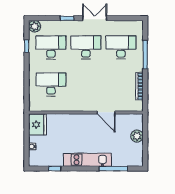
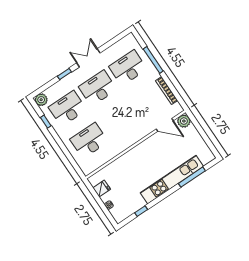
door: (106, 112) -> (165, 125), moved
fridge: (38, 125) -> (102, 189), width x0.53, depth x0.75
plant: (137, 136) -> (184, 121), moved
kitchen unit: (87, 160) -> (172, 180), width x1.36

